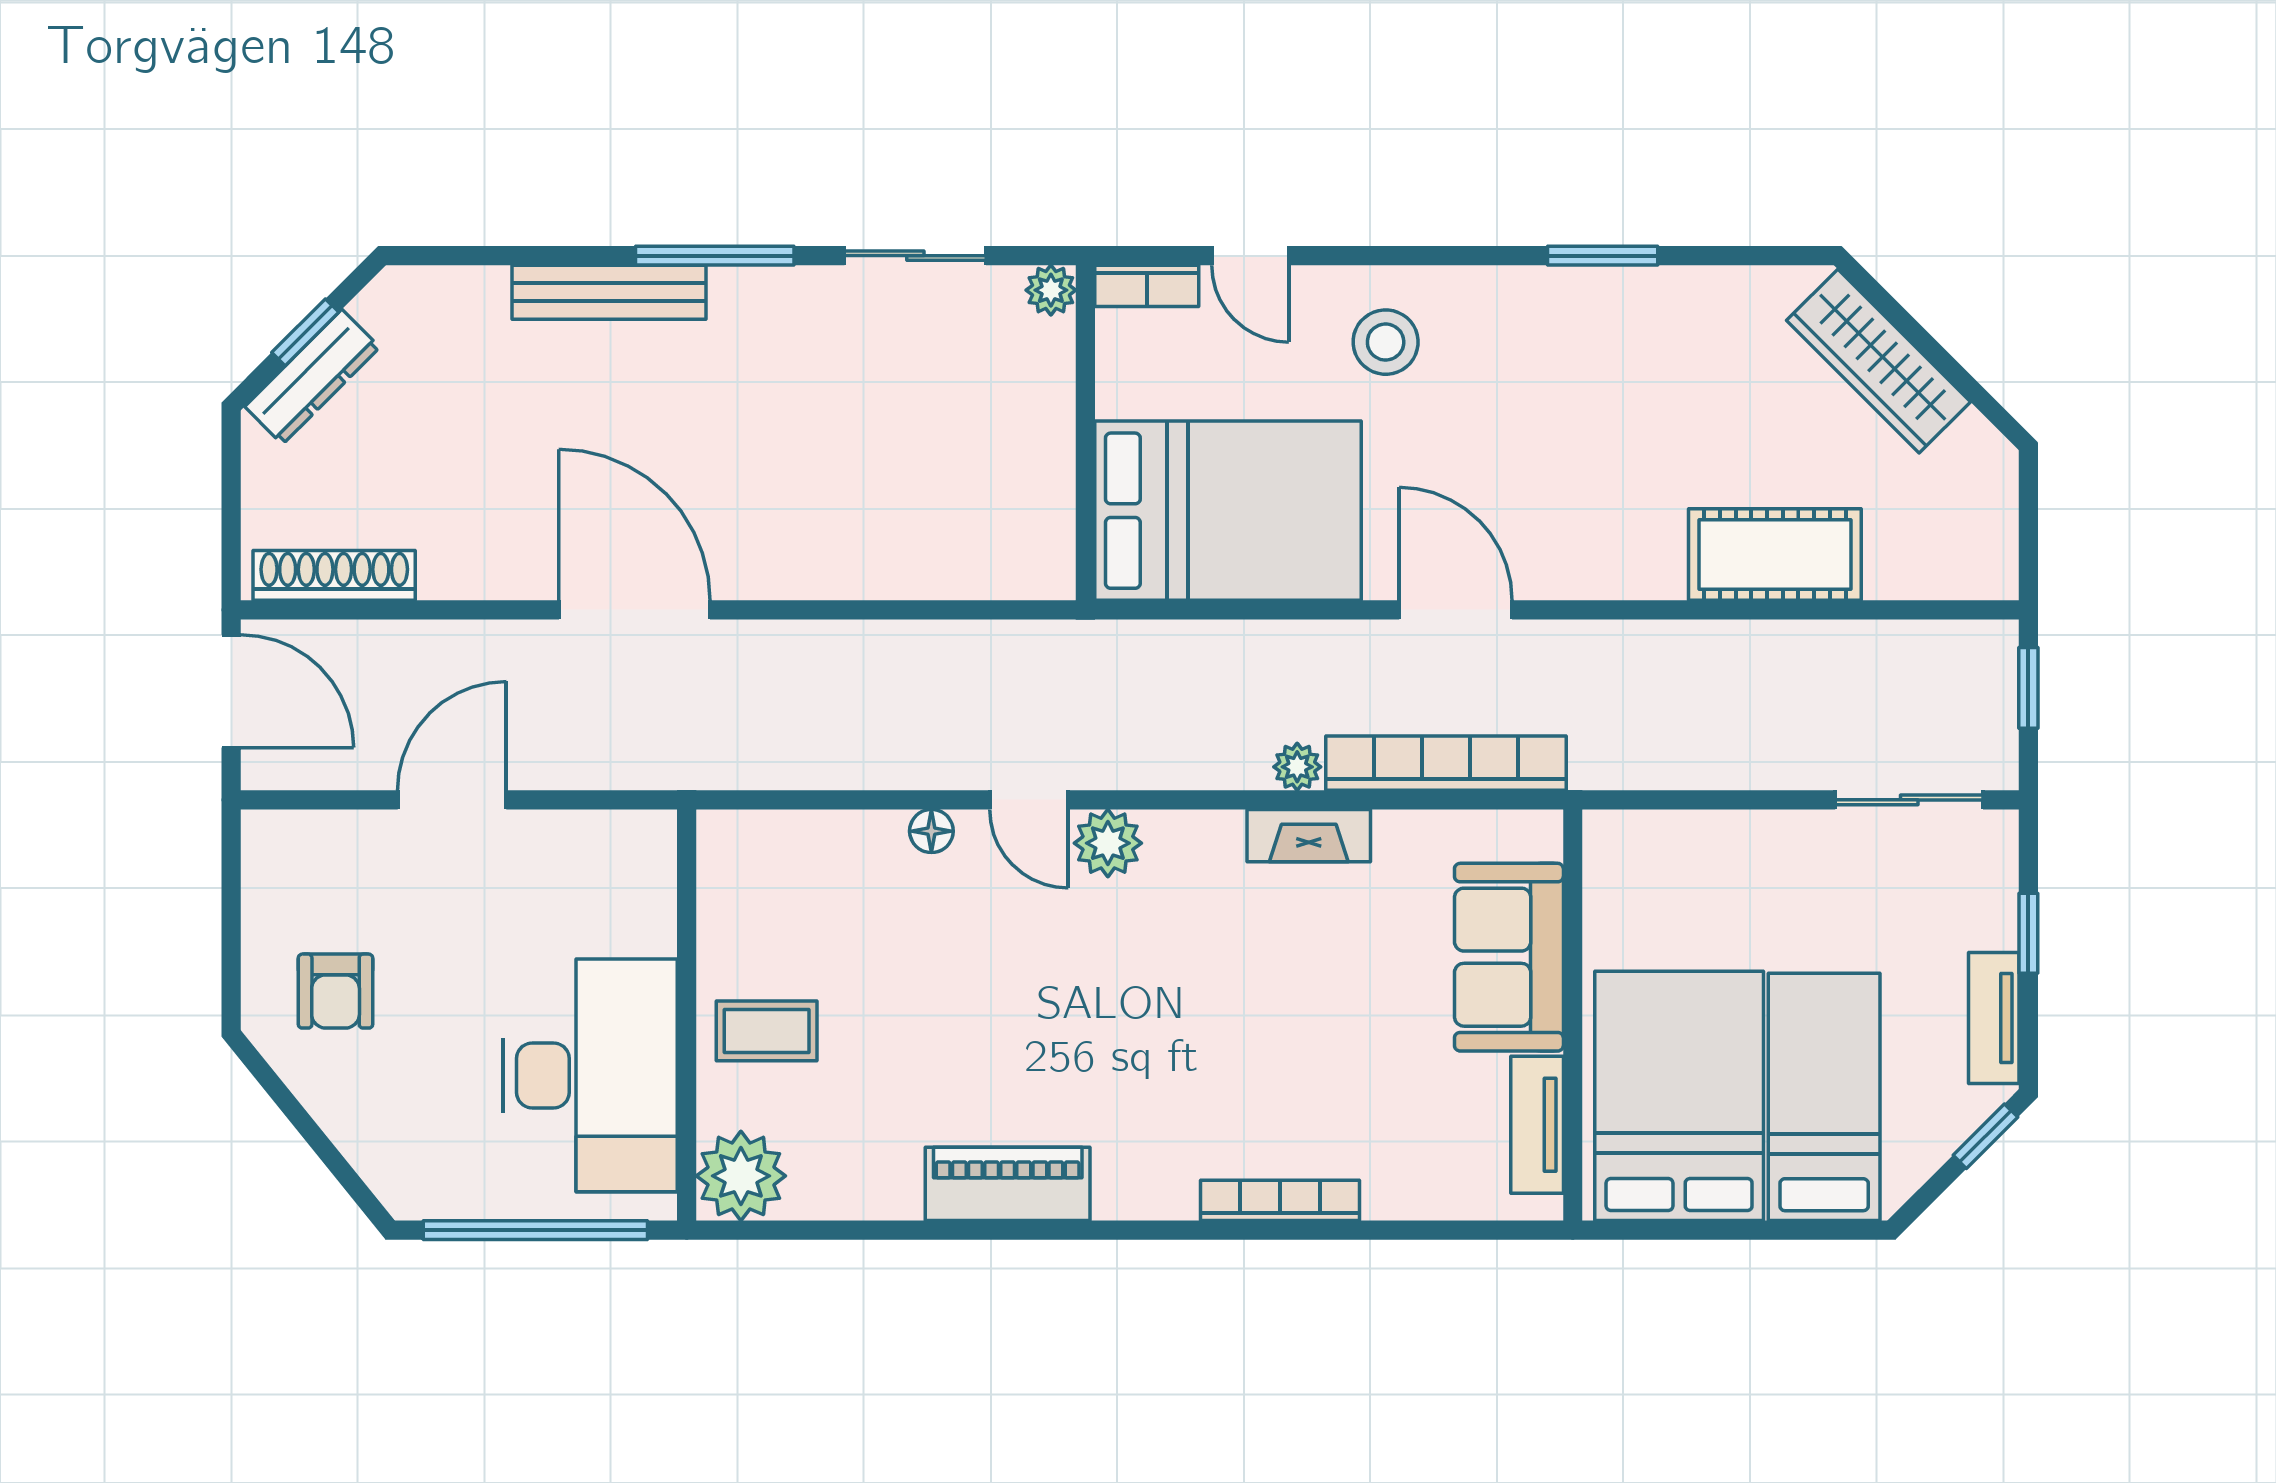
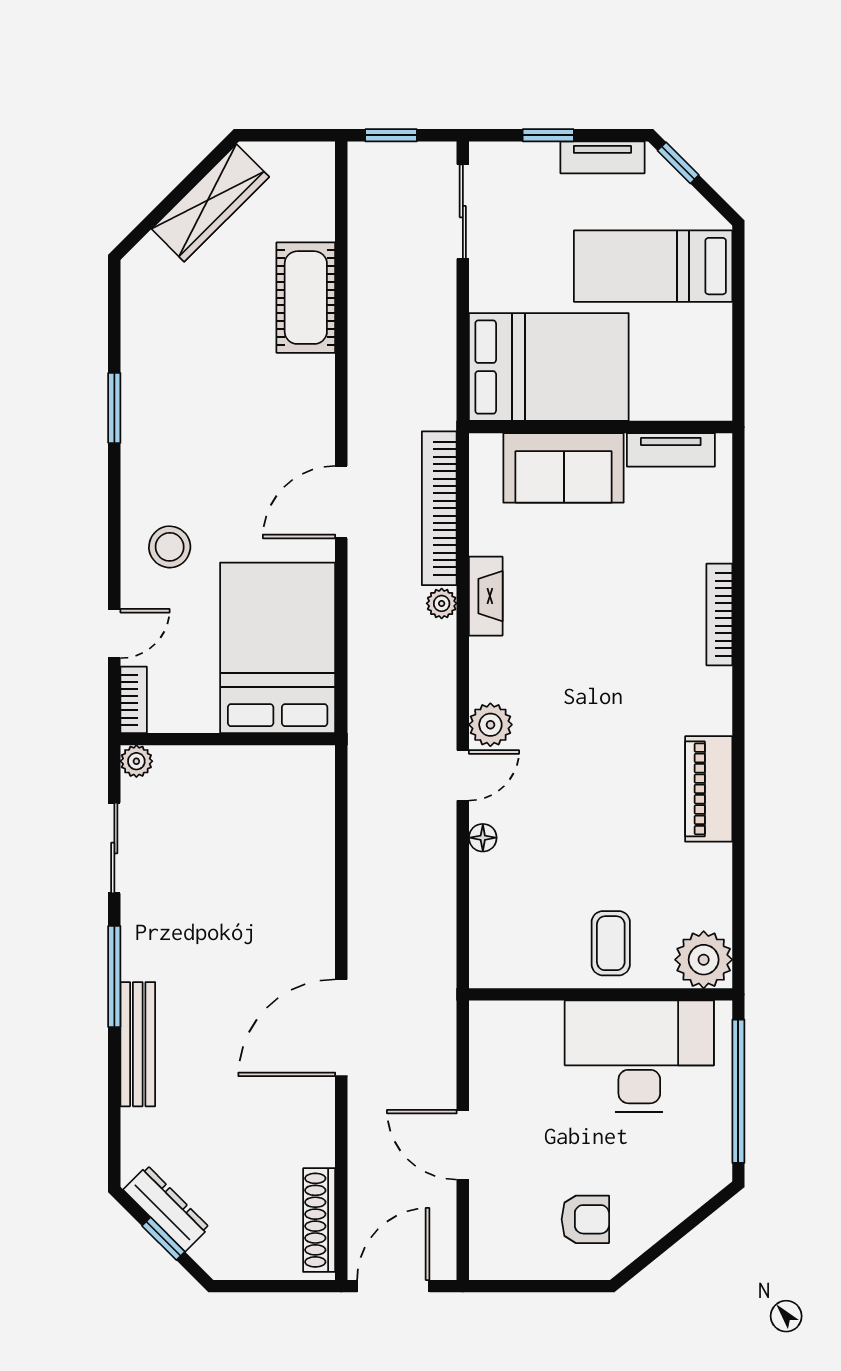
wardrobe: (1878, 361) -> (210, 203), moved
dresser: (312, 377) -> (166, 1208), moved
bed: (1679, 1096) -> (549, 367), moved, turned 180

